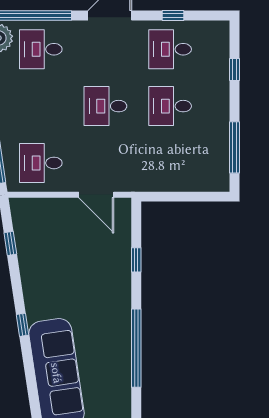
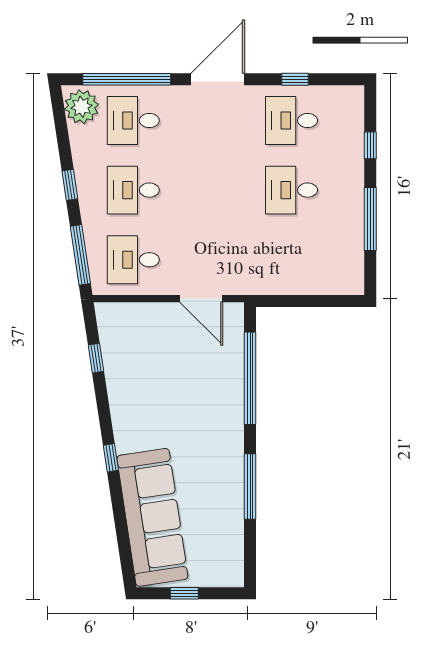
desk: (105, 106) -> (133, 190), moved
window: (234, 147) -> (370, 219), moved
window: (136, 260) -> (250, 378), width x3.17
window: (136, 348) -> (250, 486), width x0.68

